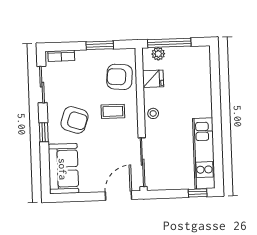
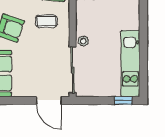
stool: (153, 113) -> (83, 41), moved
door: (118, 196) -> (49, 101), swing flipped

